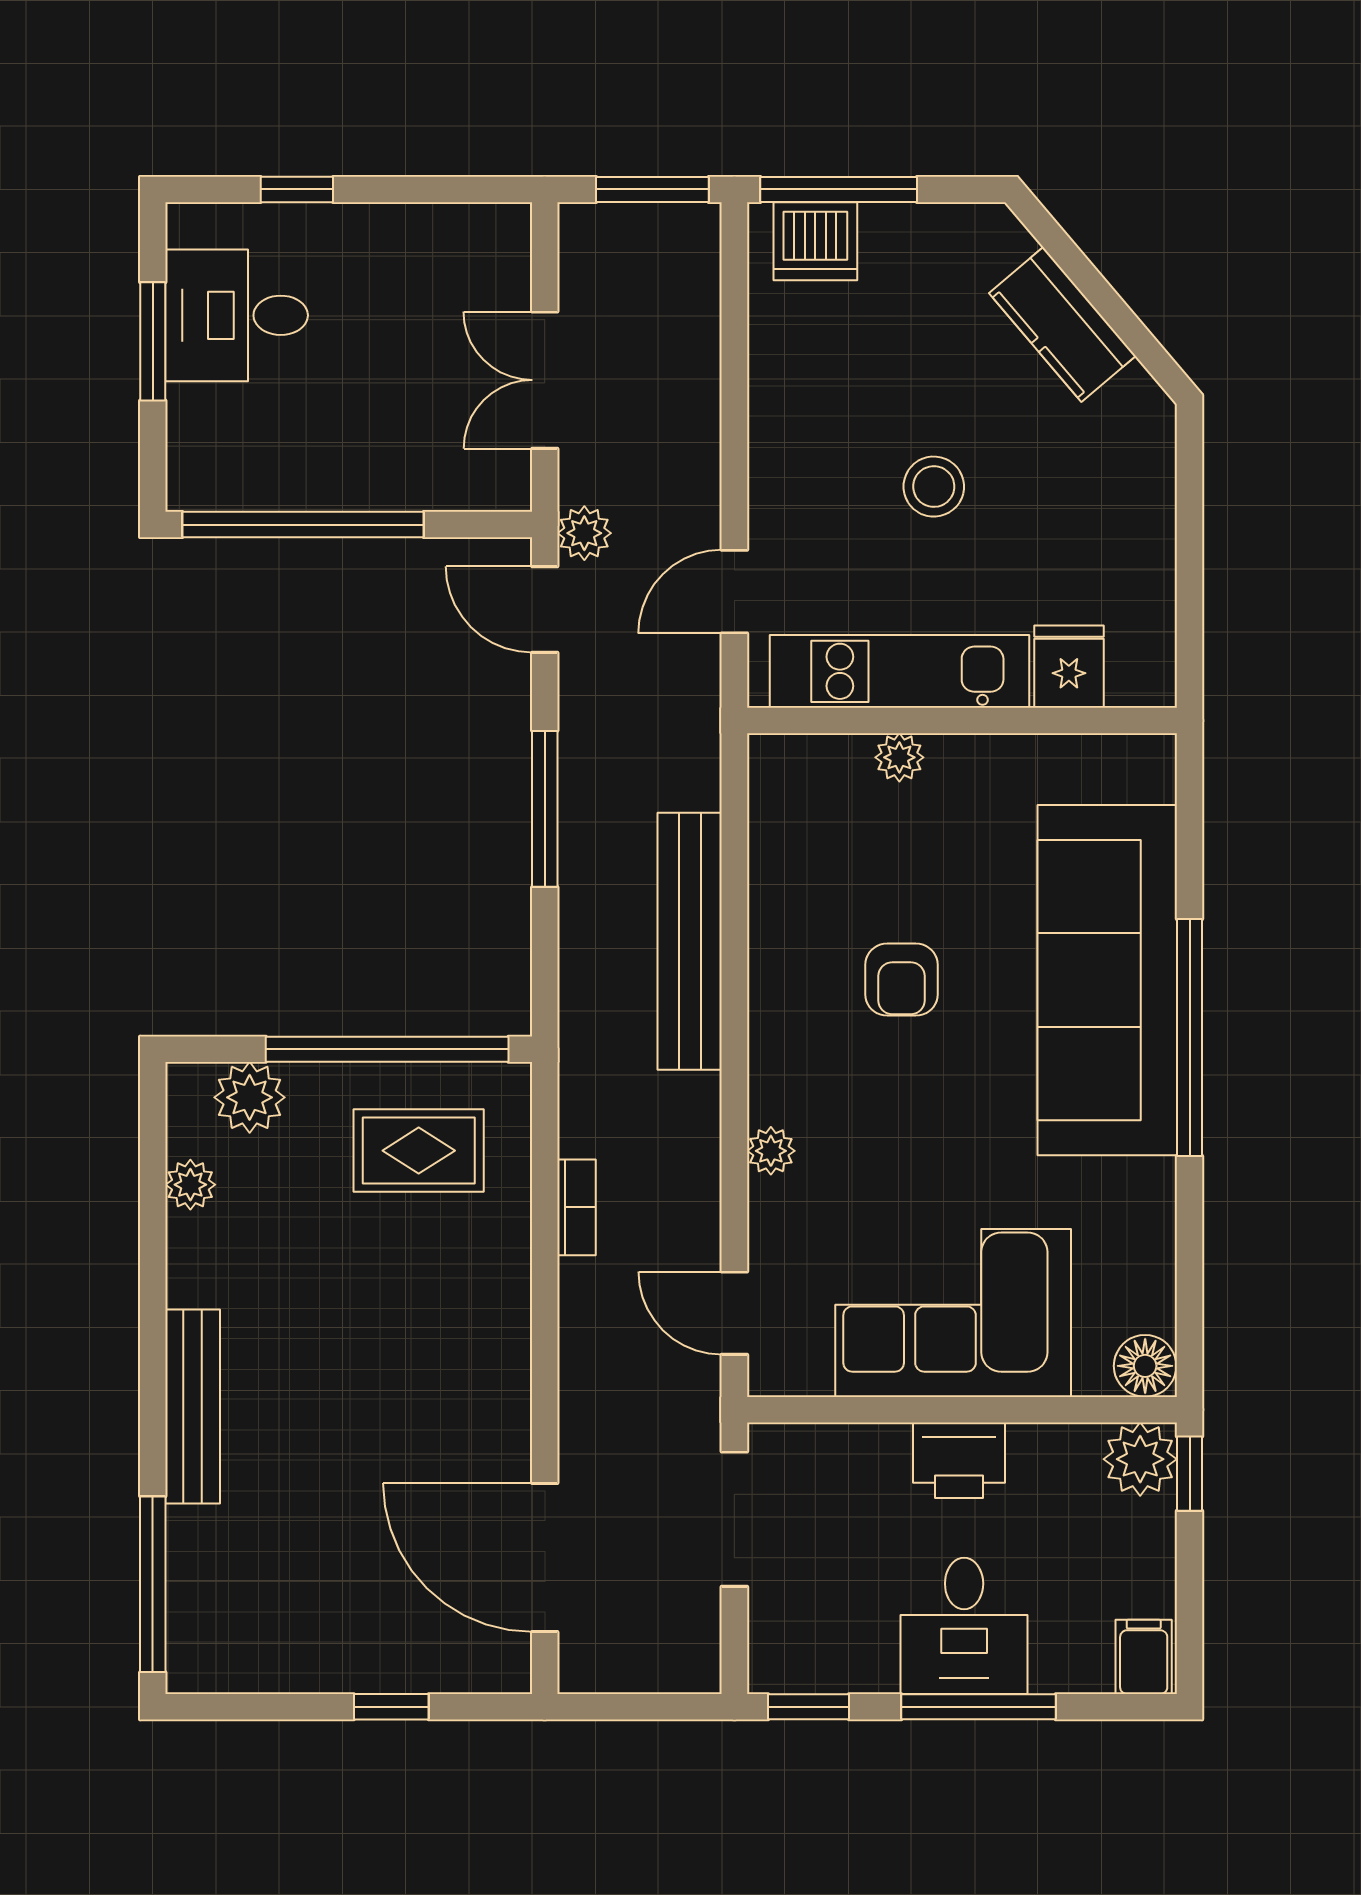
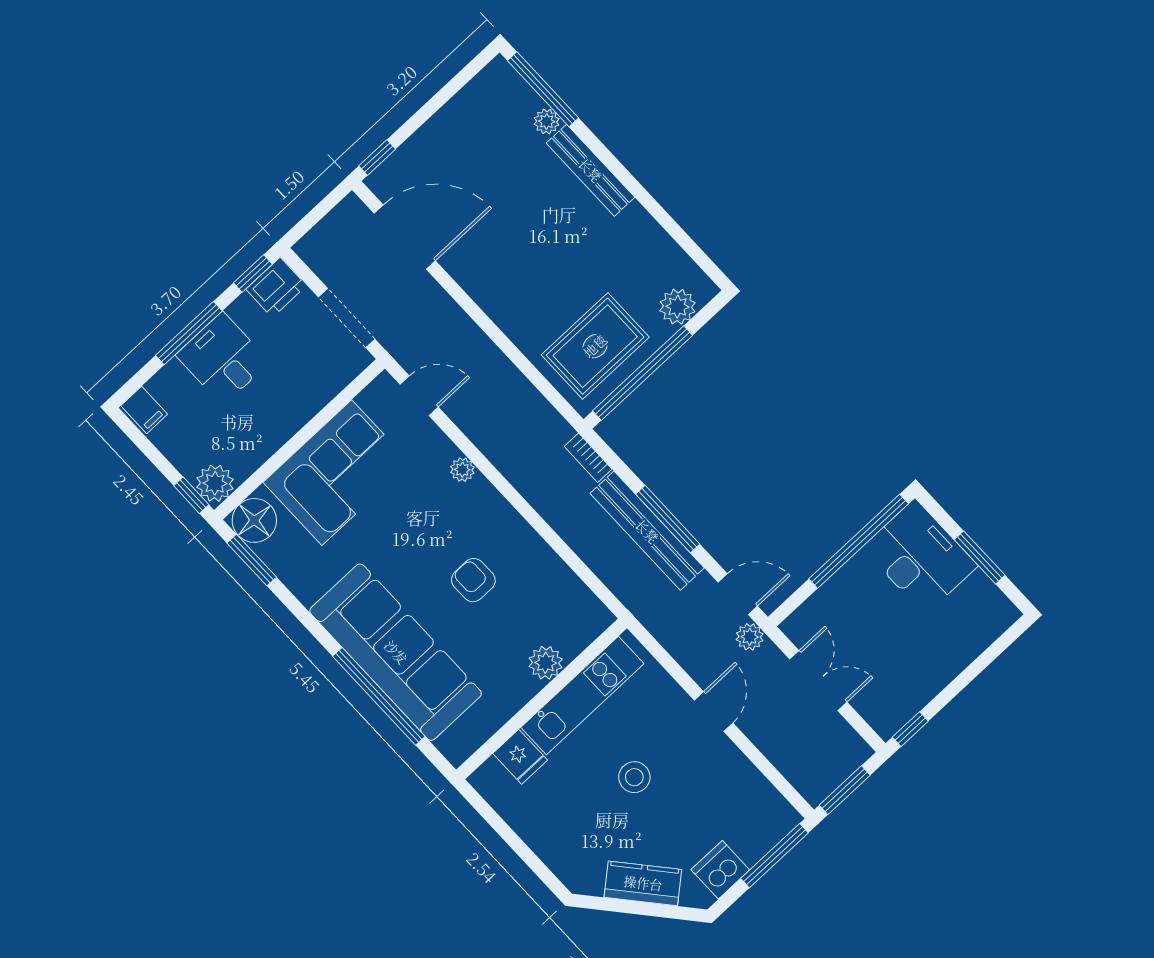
window: (297, 189) -> (910, 729), moved
dishwasher: (815, 241) -> (720, 870), moved
desk: (237, 315) -> (920, 557), moved, width x1.37
door: (734, 592) -> (714, 712), moved
plant: (899, 757) -> (546, 663), width x1.38, depth x1.38
bench: (690, 941) -> (647, 531), moved
window: (1190, 1038) -> (379, 696), moved
rug: (419, 1151) -> (595, 346), width x1.36, depth x1.43
plant: (190, 1185) -> (547, 121), moved
bookcase: (577, 1207) -> (588, 458), moved
window: (1190, 1301) -> (252, 560), added
floor lamp: (1145, 1366) -> (254, 520), width x1.38, depth x1.38
printer: (959, 1460) -> (276, 287), moved, turned 180
window: (391, 1707) -> (377, 157), moved

